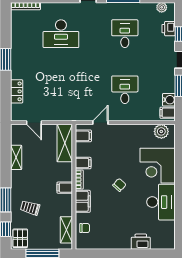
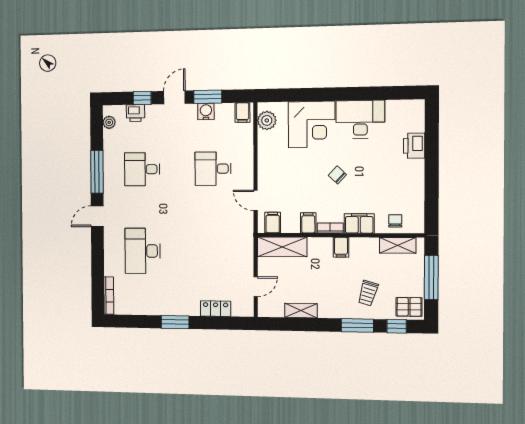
desk: (61, 34) -> (143, 251), turned 180
water cooler: (169, 100) -> (206, 112), moved

